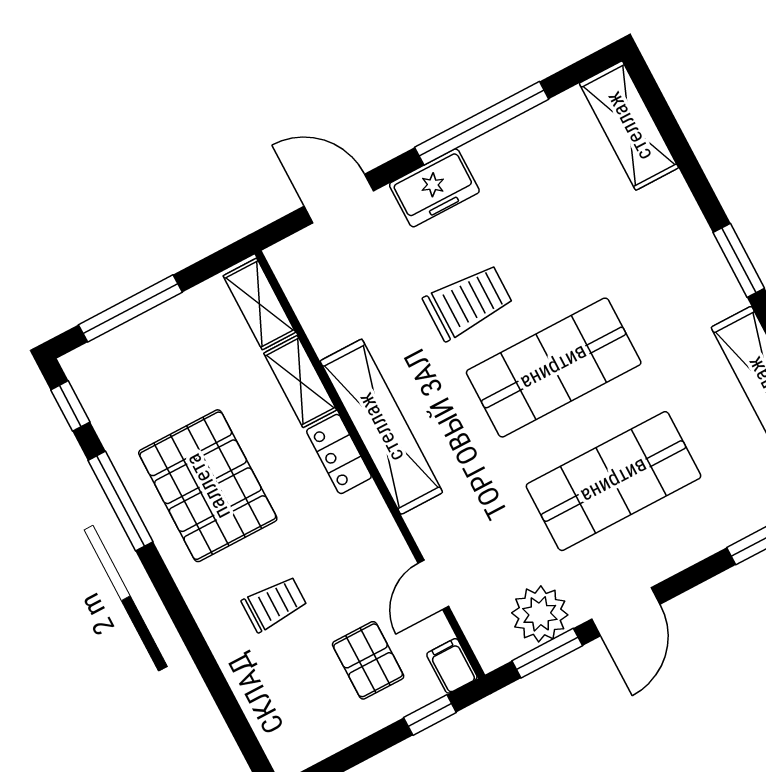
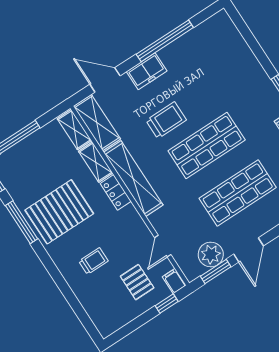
shelving: (629, 126) -> (97, 123), moved
pallet: (208, 486) -> (59, 212), turned 90

